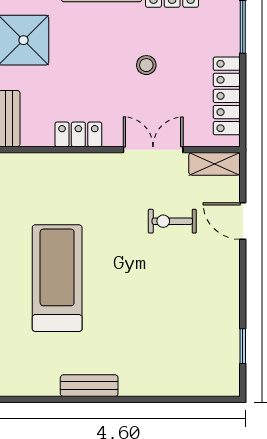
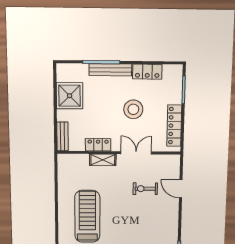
stool: (146, 65) -> (133, 109), width x1.89, depth x1.89
shelving: (214, 164) -> (103, 160), moved

